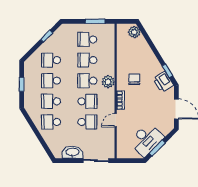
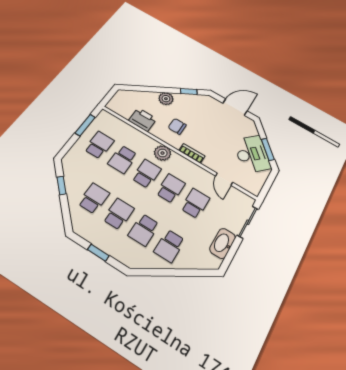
plant: (134, 32) -> (166, 99), moved
school desk: (87, 39) -> (99, 145), turned 180
school desk: (51, 60) -> (94, 198), turned 180
school desk: (51, 81) -> (119, 214), turned 180
school desk: (87, 81) -> (147, 174), turned 180
printer: (163, 82) -> (143, 120), moved, turned -149
door: (116, 120) -> (224, 179), moved

